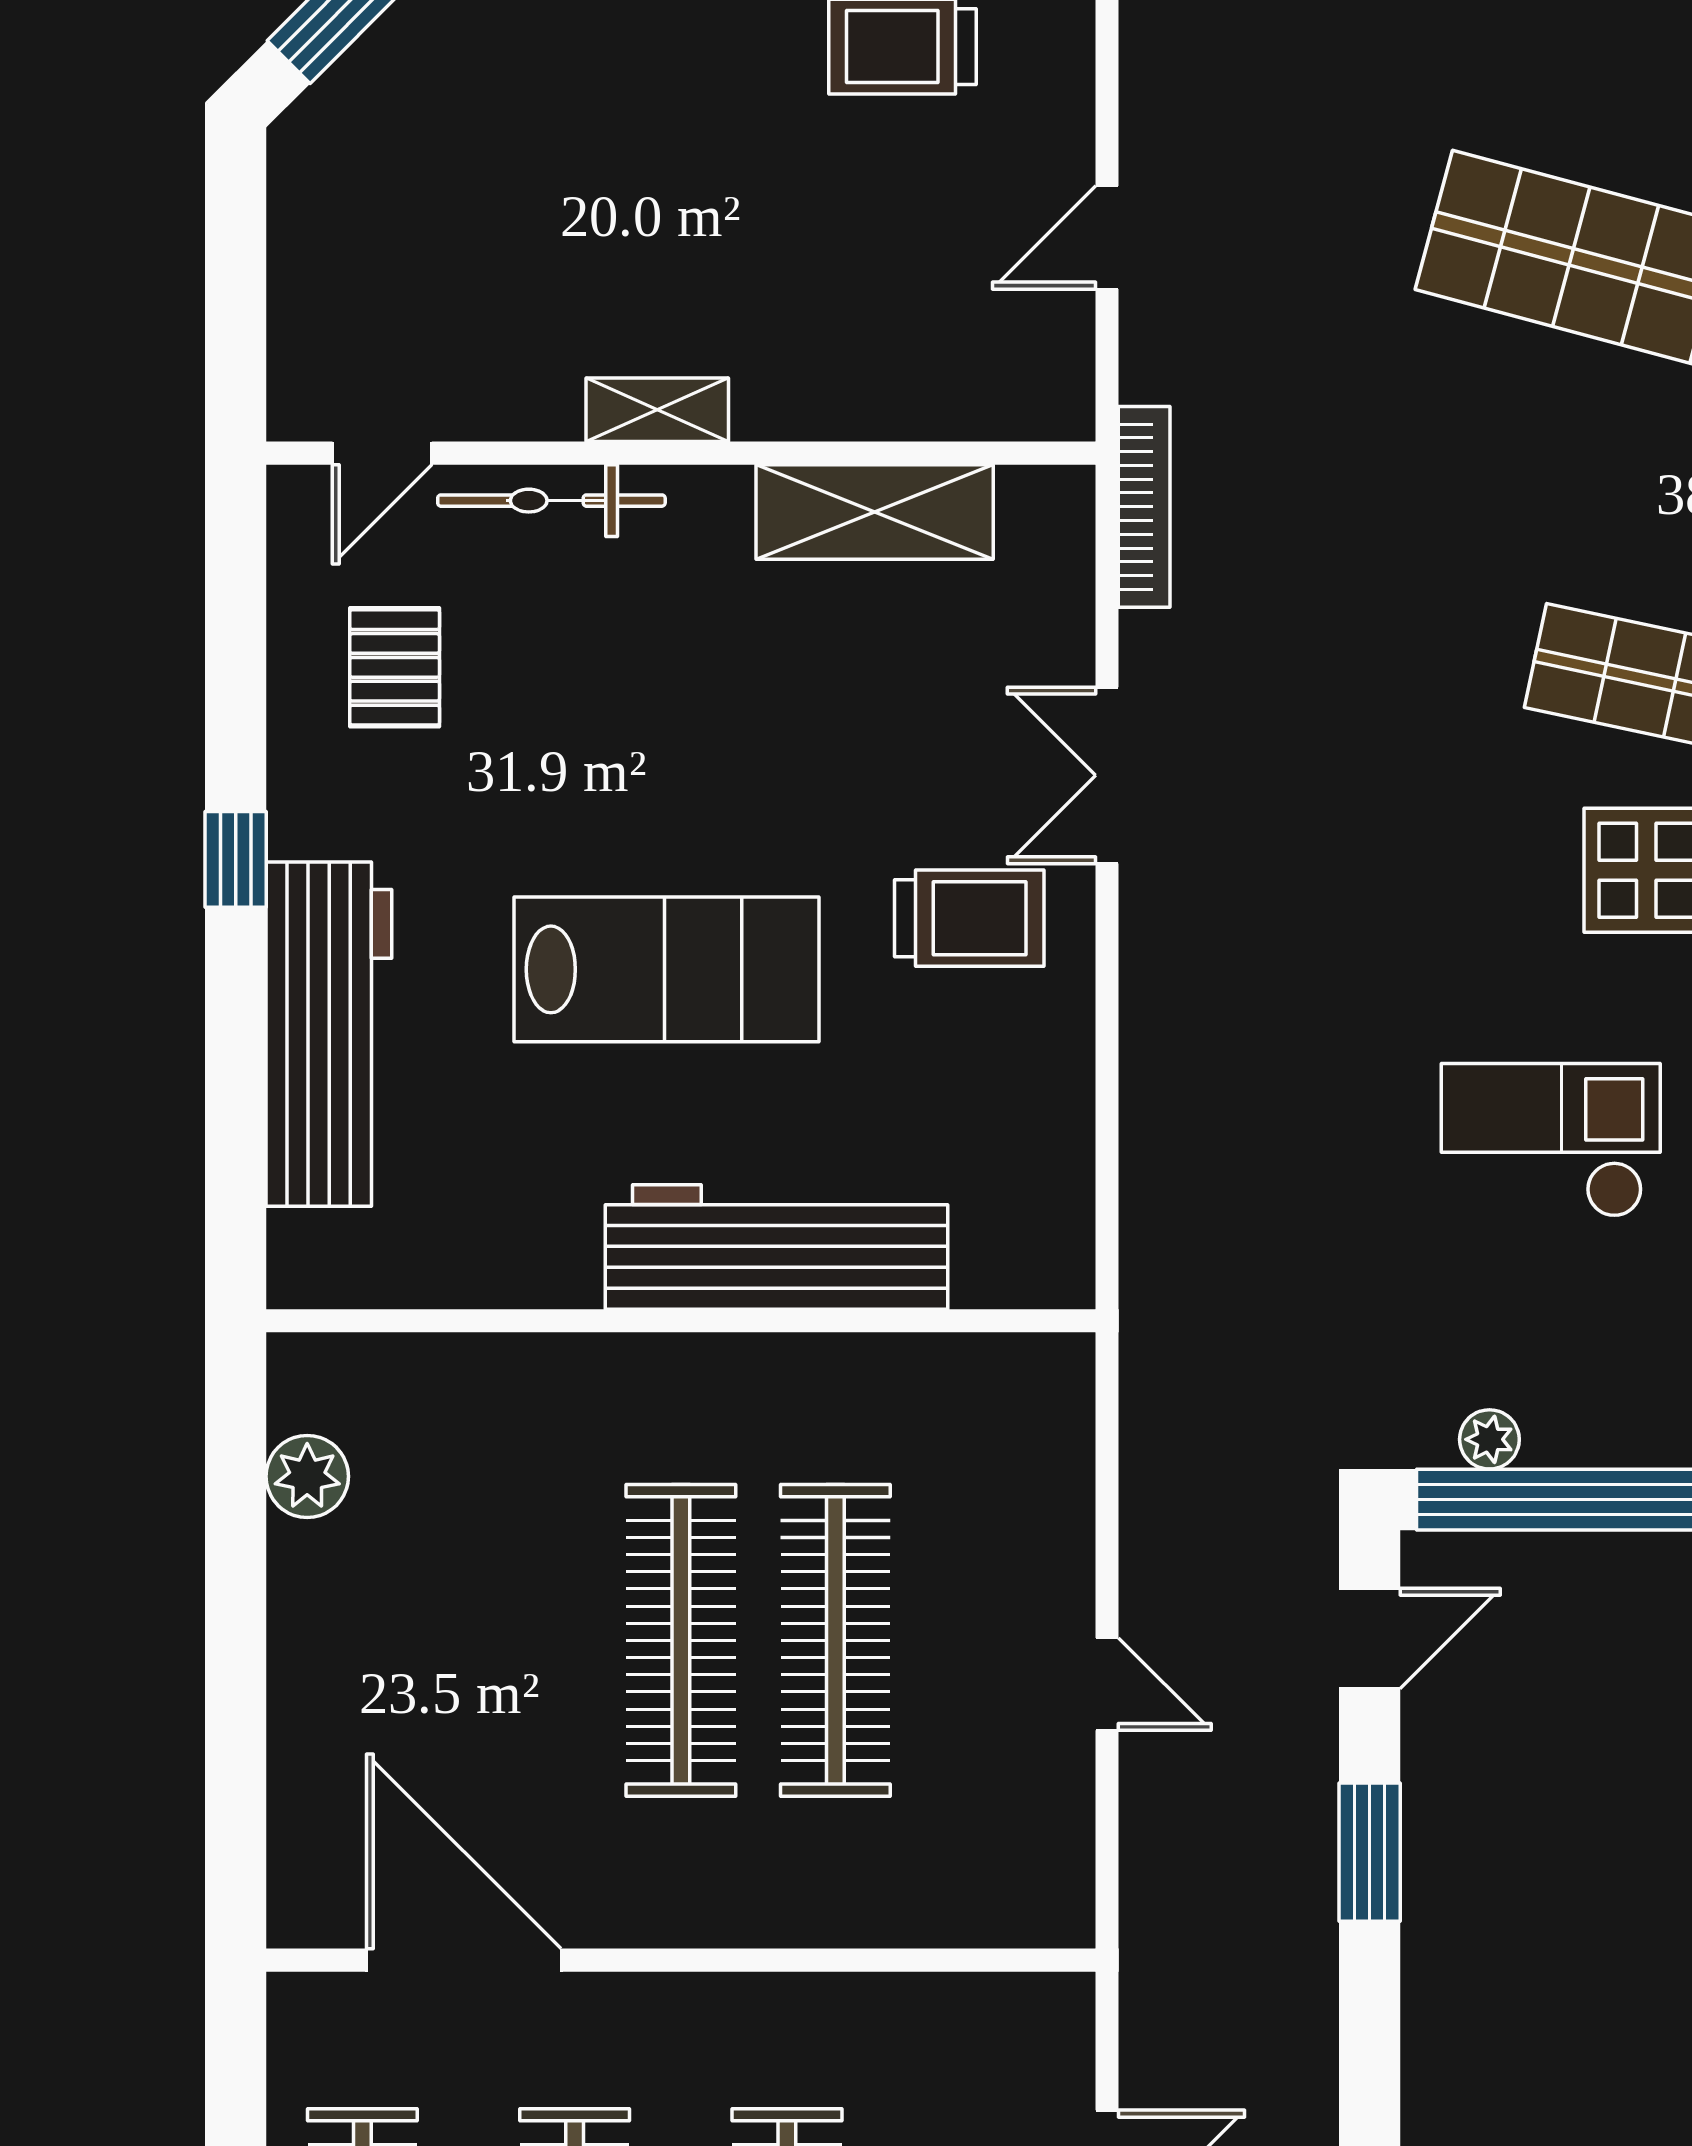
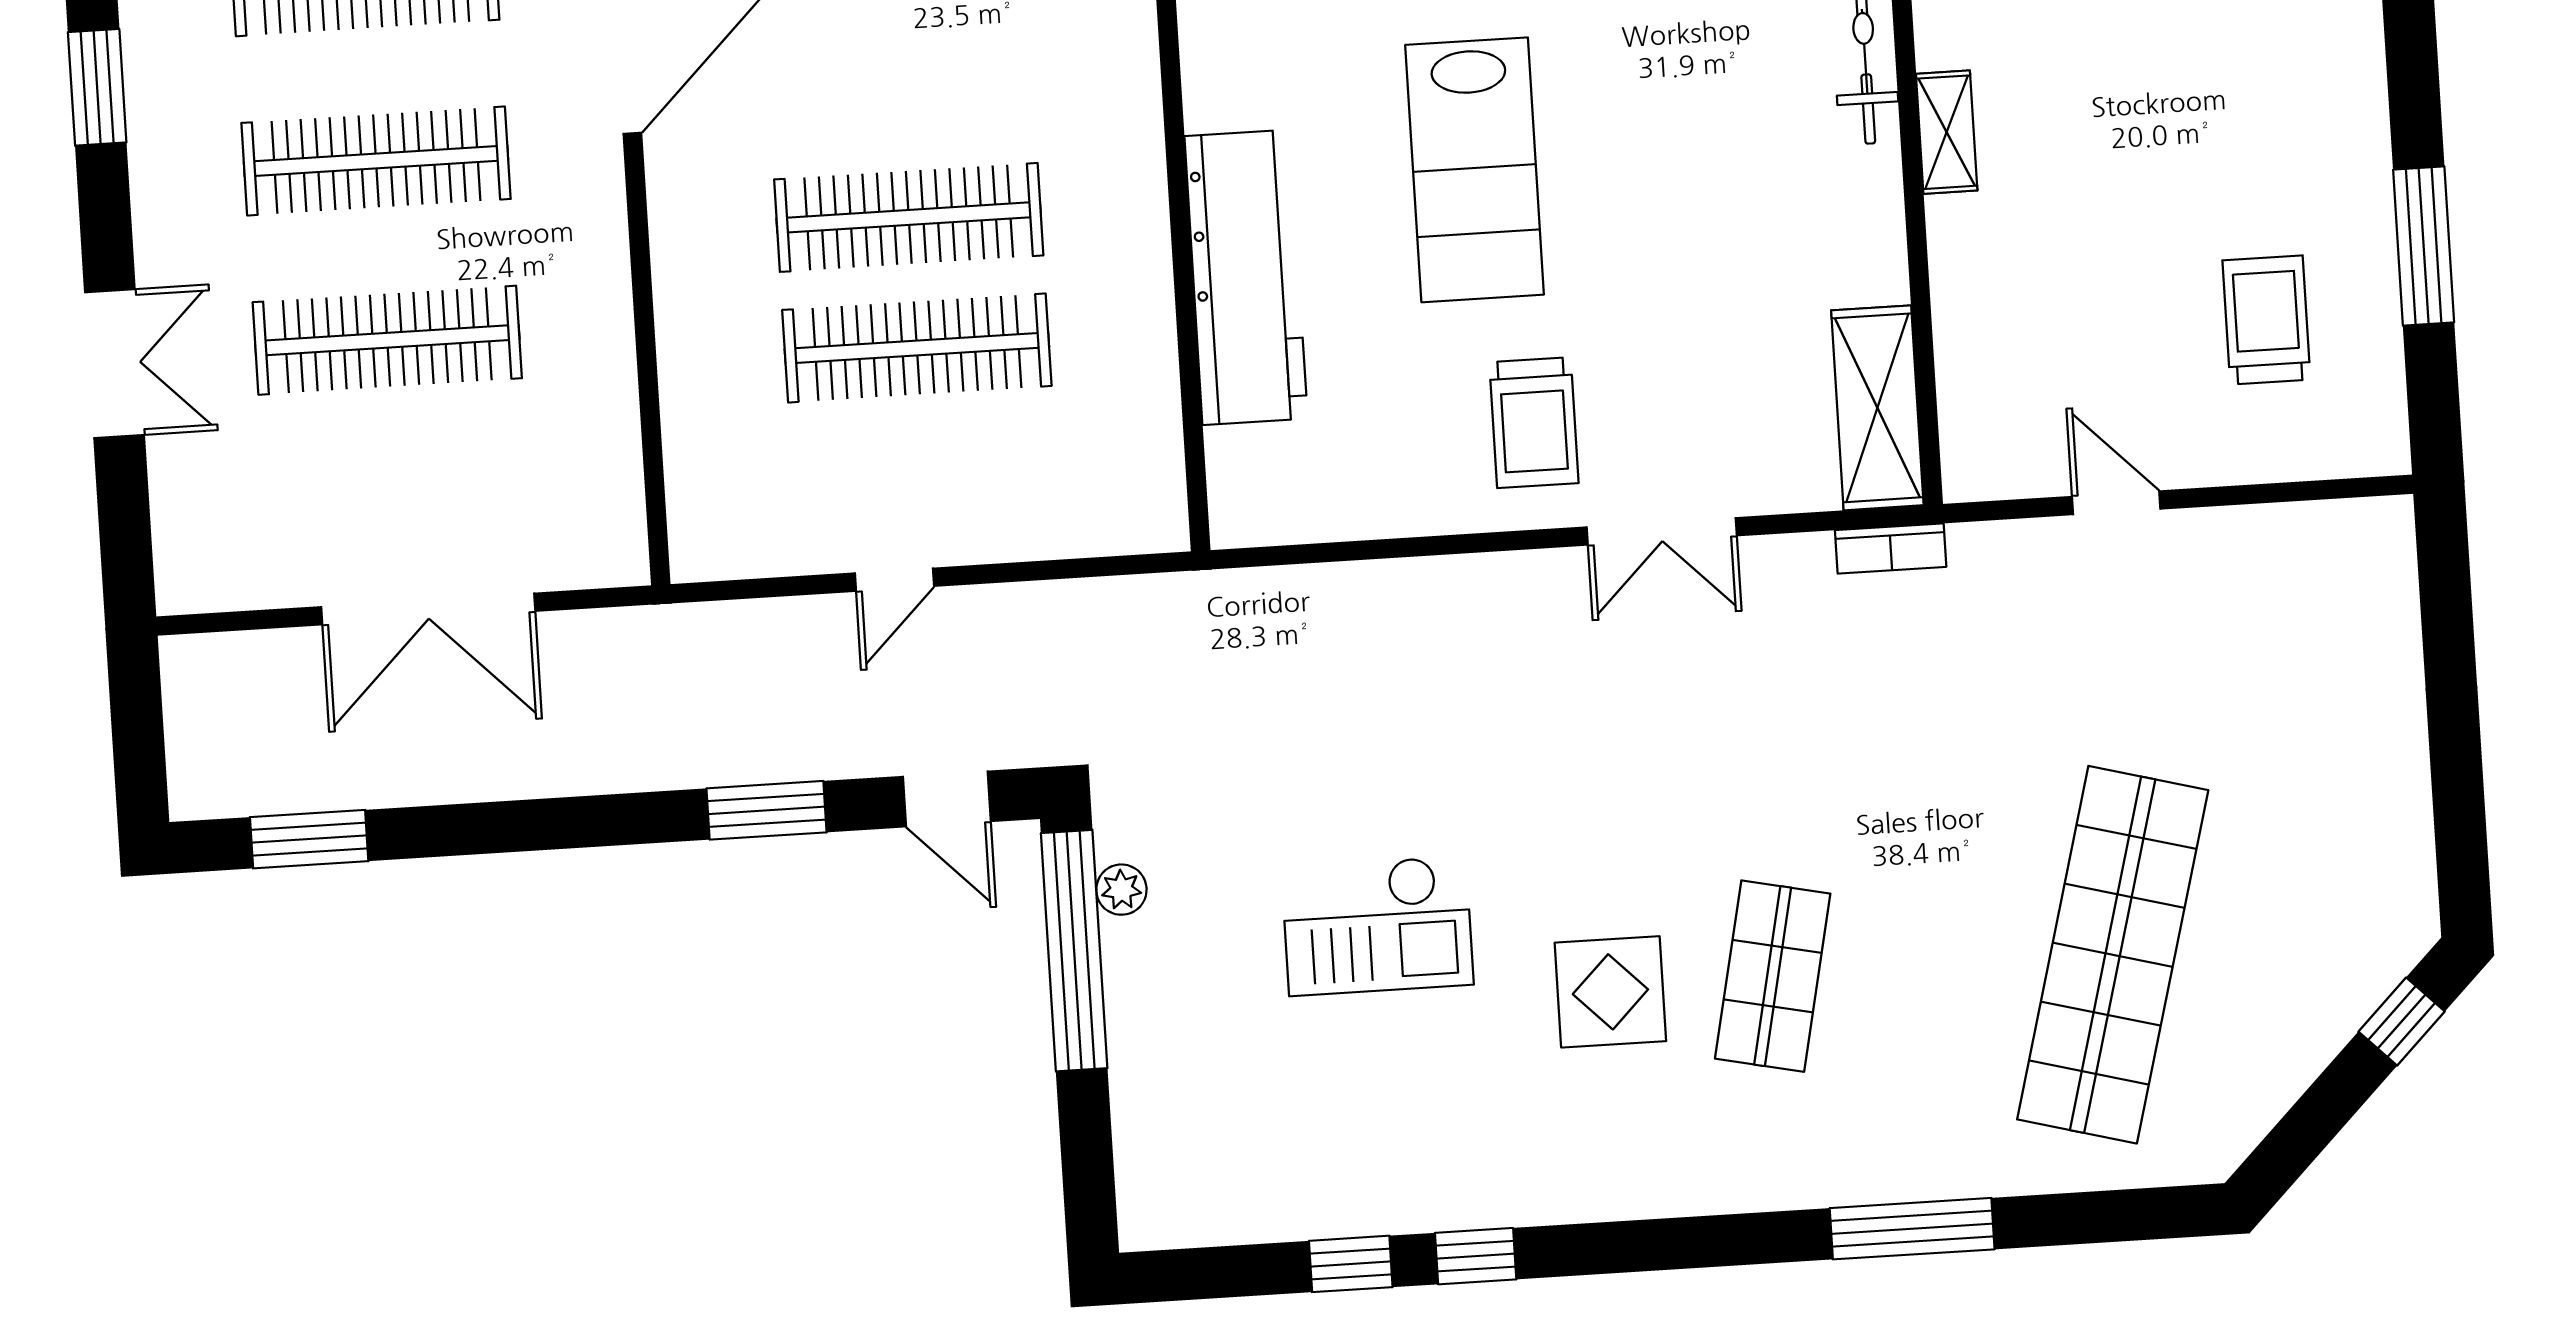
bookcase: (1144, 507) -> (1891, 548), width x0.64
shelving: (875, 512) -> (1877, 408), moved
double door: (1107, 775) -> (1662, 531), swing flipped
checkout: (1551, 1140) -> (1377, 926), turned 90

